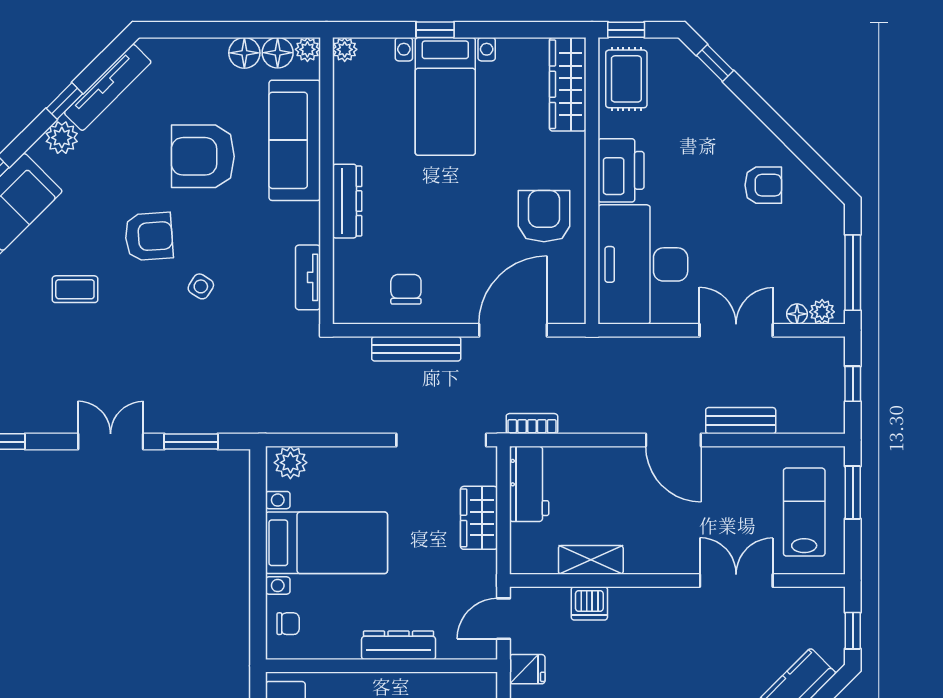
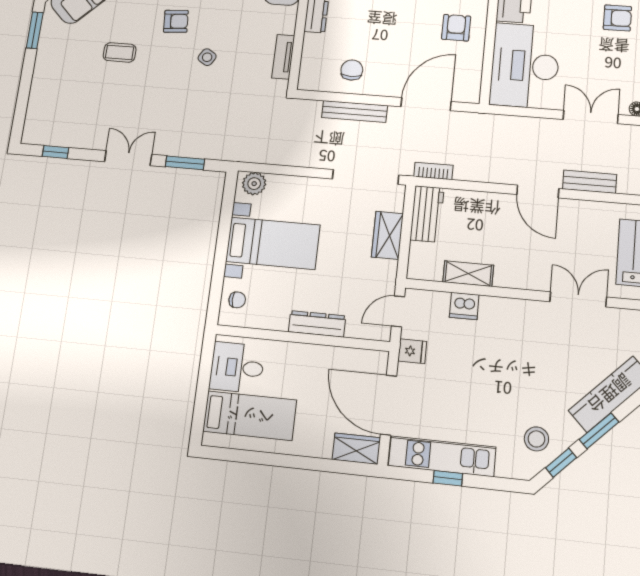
armchair: (544, 216) -> (456, 28), width x0.72, depth x0.72
armchair: (149, 237) -> (176, 21), width x0.72, depth x0.72

